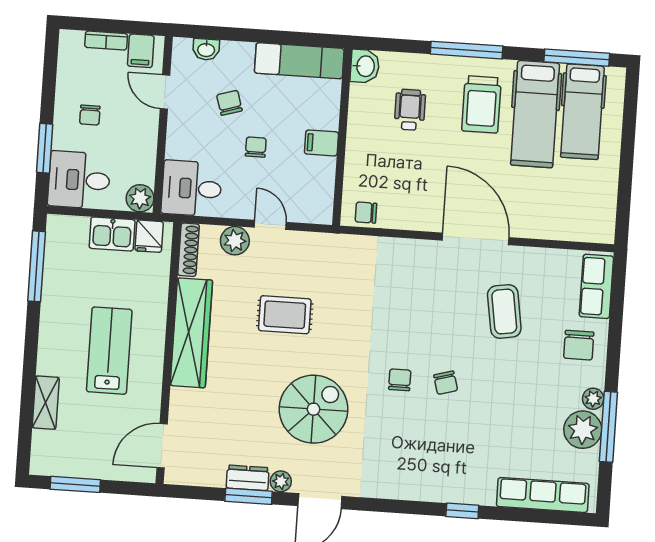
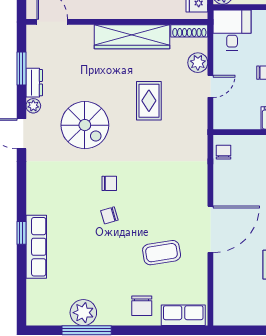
chair: (579, 345) -> (142, 306), turned -90
plant: (593, 399) -> (105, 318), removed
row of seats: (543, 495) -> (36, 247), moved
window: (249, 496) -> (21, 69), moved

